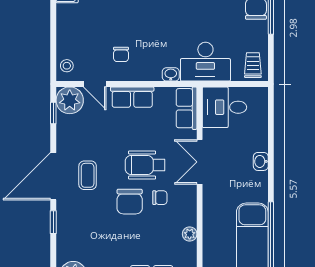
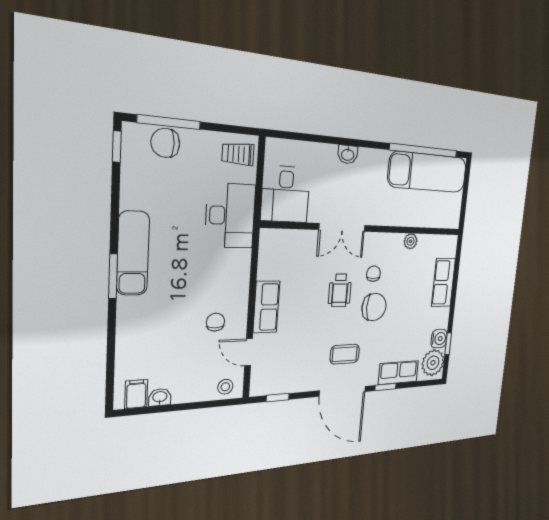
chair: (121, 54) -> (215, 322), turned -90
washbasin: (171, 74) -> (160, 397), moved, turned 90
door: (95, 84) -> (249, 352), swing flipped
plant: (70, 100) -> (265, 380), removed
row of seats: (187, 108) -> (398, 373), moved, turned 180
wheelchair: (145, 165) -> (340, 290), width x0.73, depth x0.73

